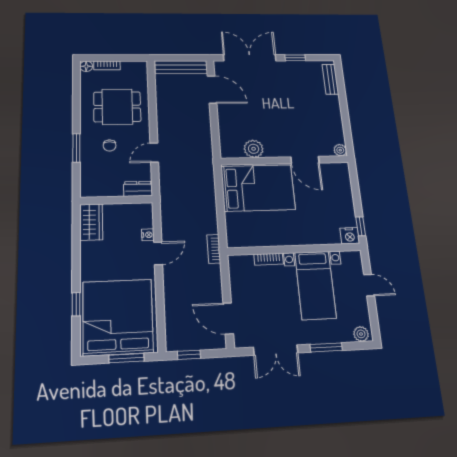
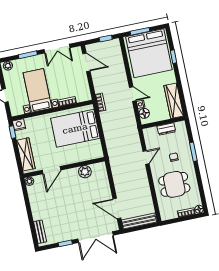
door: (305, 160) -> (51, 170), swing flipped
bed: (258, 188) -> (75, 128), moved
dresser: (138, 189) -> (166, 129), moved
wardrobe: (343, 190) -> (26, 154), added
floor lamp: (145, 219) -> (144, 113), added
wardrobe: (91, 222) -> (174, 101), width x1.50
door: (158, 253) -> (133, 94), swing flipped
double door: (276, 350) -> (57, 49), swing flipped

